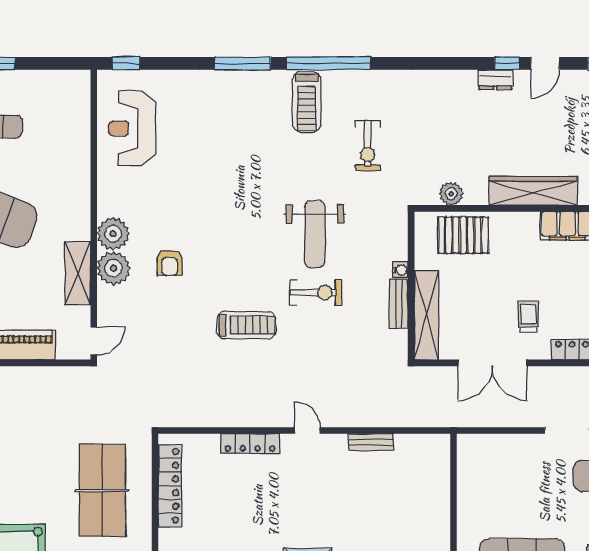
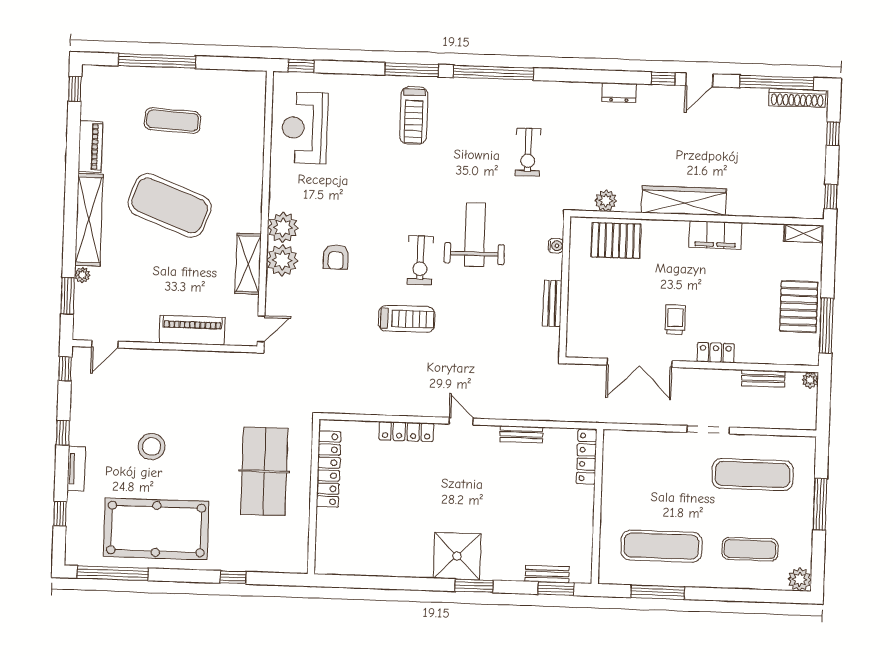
dresser: (495, 80) -> (619, 93), moved
treadmill: (307, 102) -> (414, 115), moved
weight bench: (315, 234) -> (475, 235), turned 180
water cooler: (400, 270) -> (556, 246), moved
exercise bike: (316, 293) -> (420, 260), moved, turned 90
shelving: (426, 315) -> (578, 315), removed
locker: (440, 464) -> (587, 457), added

